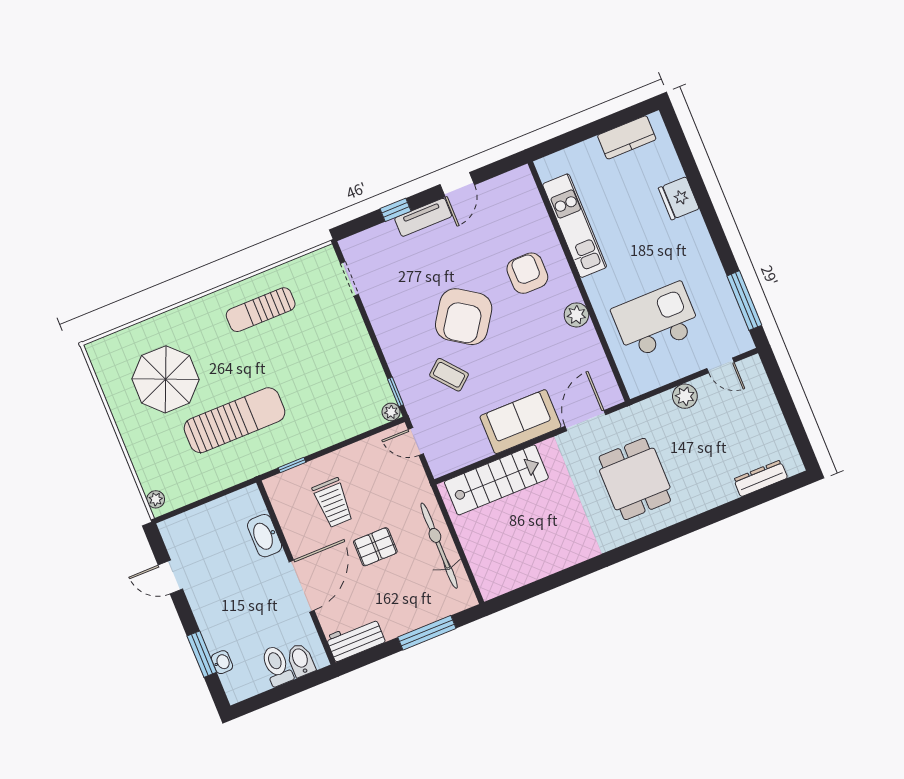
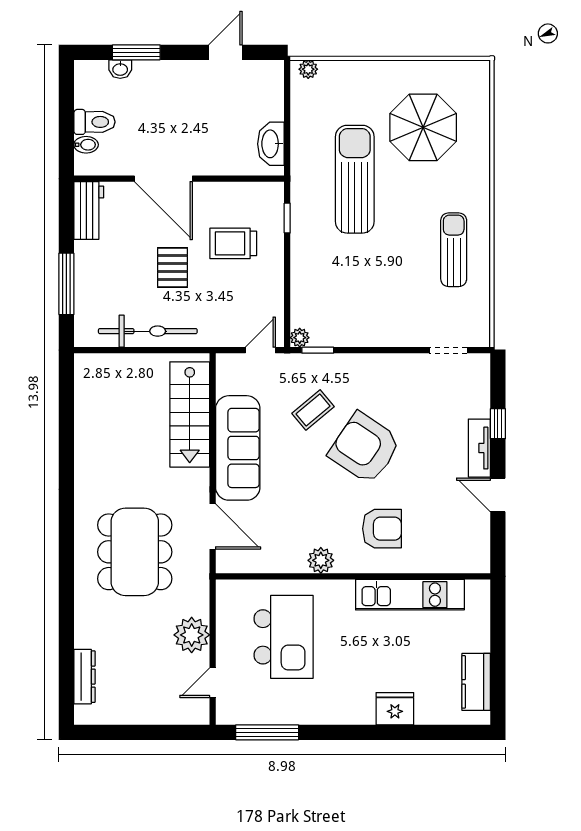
plant: (685, 396) -> (192, 635), width x1.36, depth x1.36
sun lounger: (234, 420) -> (355, 179), turned 180
sofa: (520, 422) -> (238, 448), width x1.36
dining table: (635, 479) -> (135, 552), width x1.38
washbasin: (265, 536) -> (271, 144), moved, turned -90
bidet: (301, 660) -> (86, 145), width x0.72, depth x0.74

